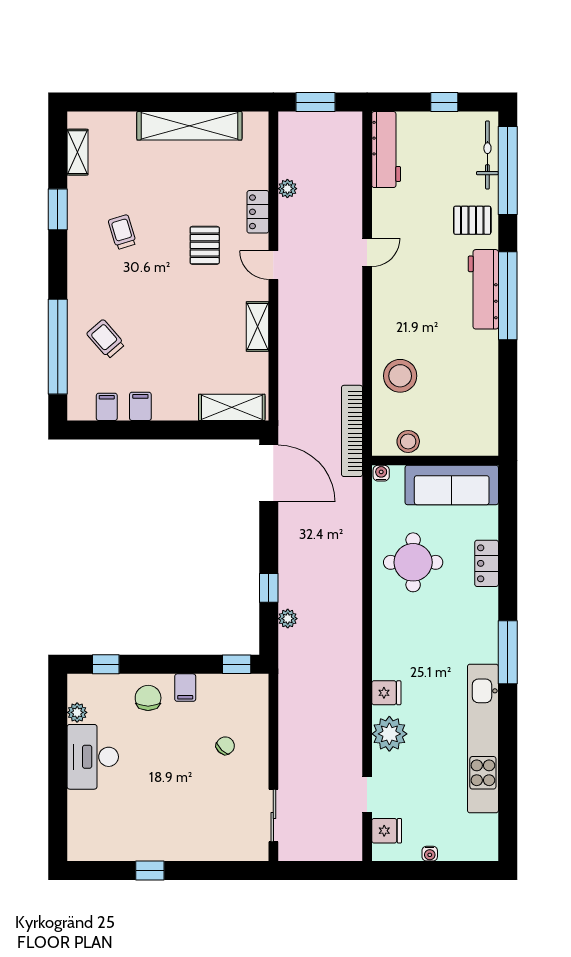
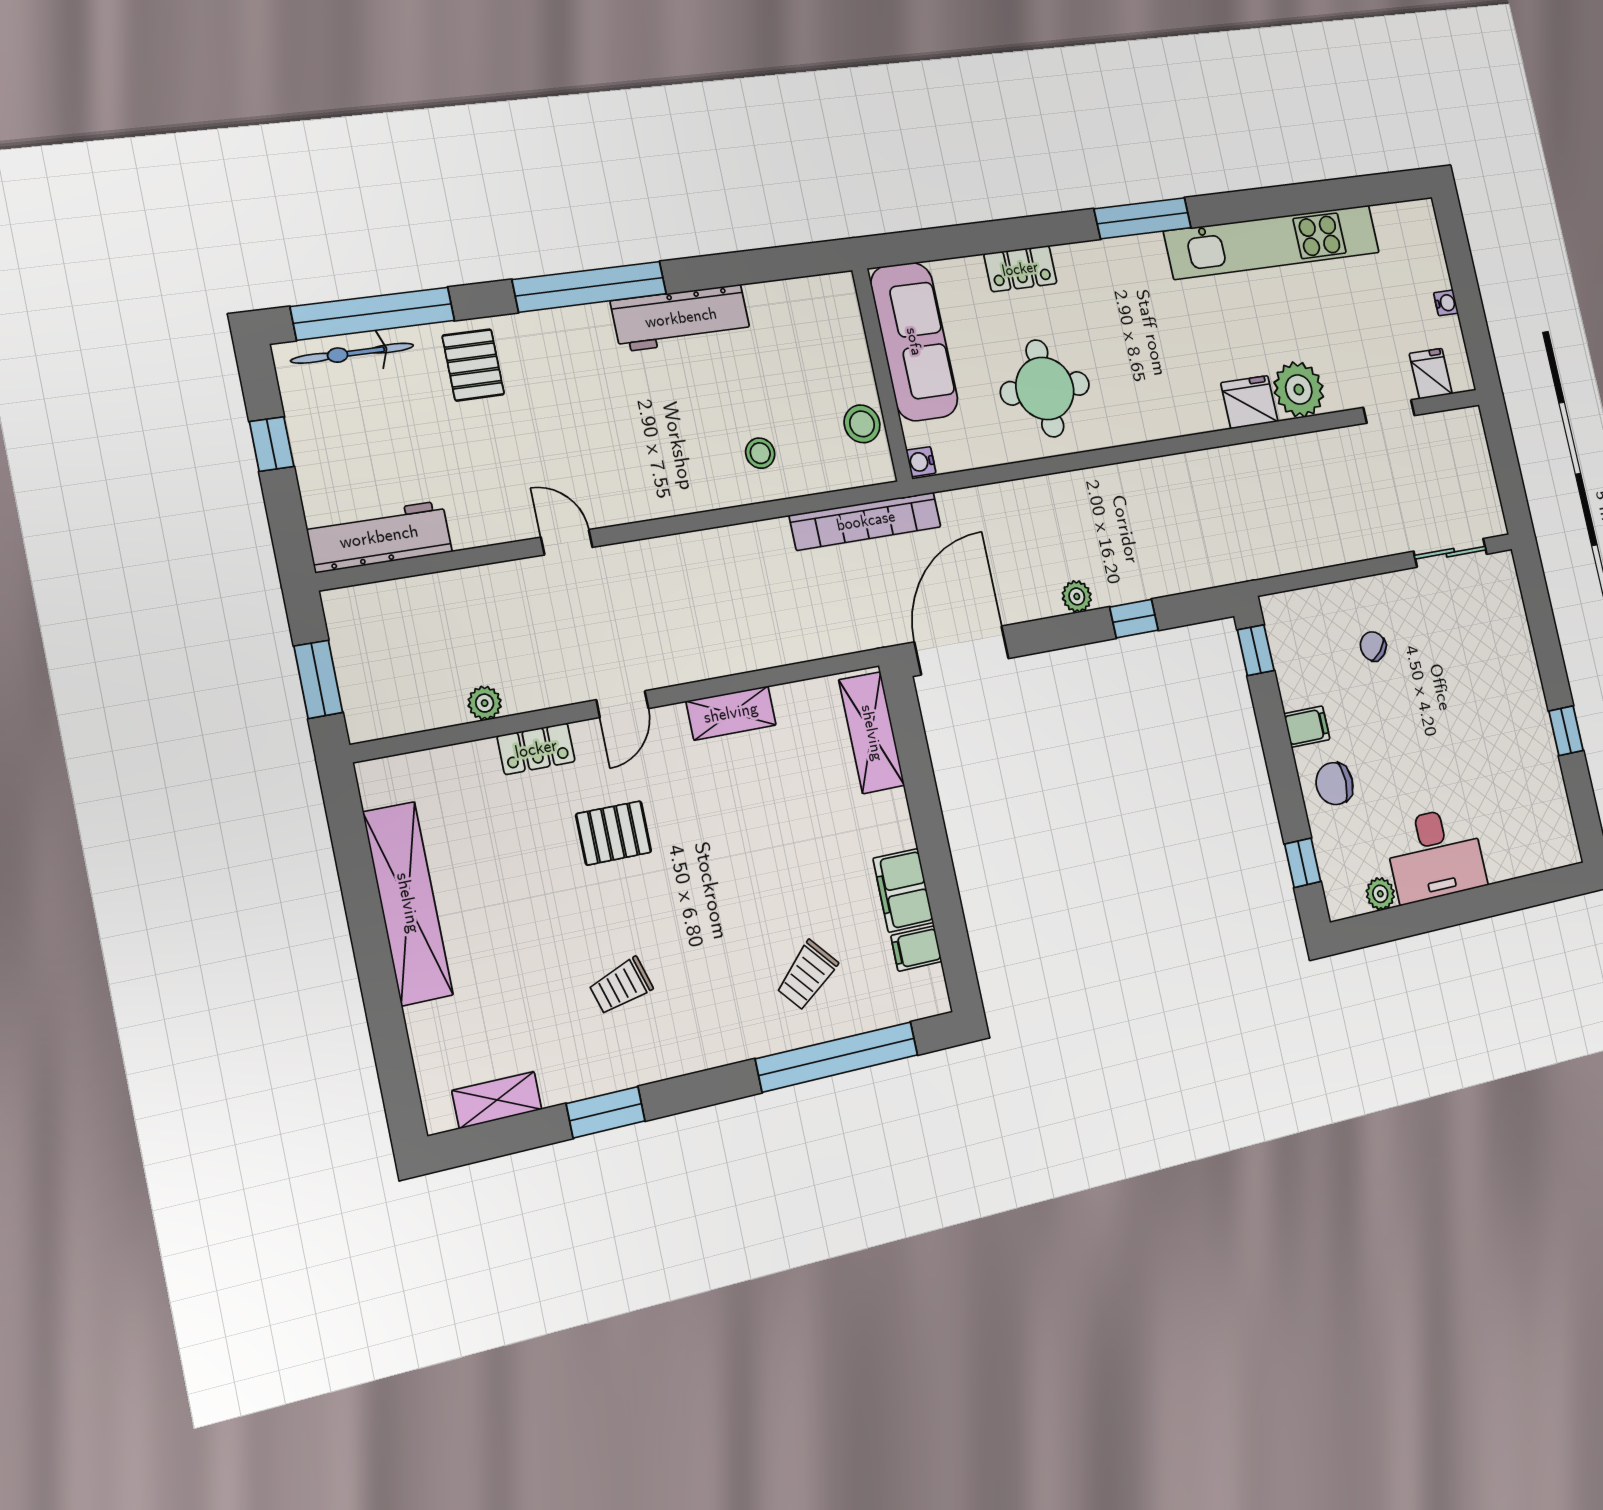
workbench: (483, 289) -> (681, 318), moved
stool: (400, 376) -> (760, 453), width x0.53, depth x0.53
filing cabinet: (140, 406) -> (903, 890), width x2.00
plant: (288, 619) -> (1077, 596), moved
fridge: (386, 693) -> (1249, 402), width x1.38

